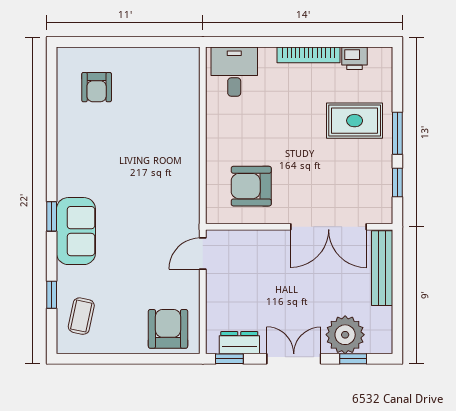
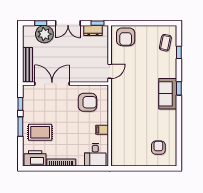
printer: (354, 58) -> (35, 158), width x1.87, depth x1.48
filing cabinet: (219, 126) -> (102, 130), added
sofa: (76, 231) -> (168, 94), moved

